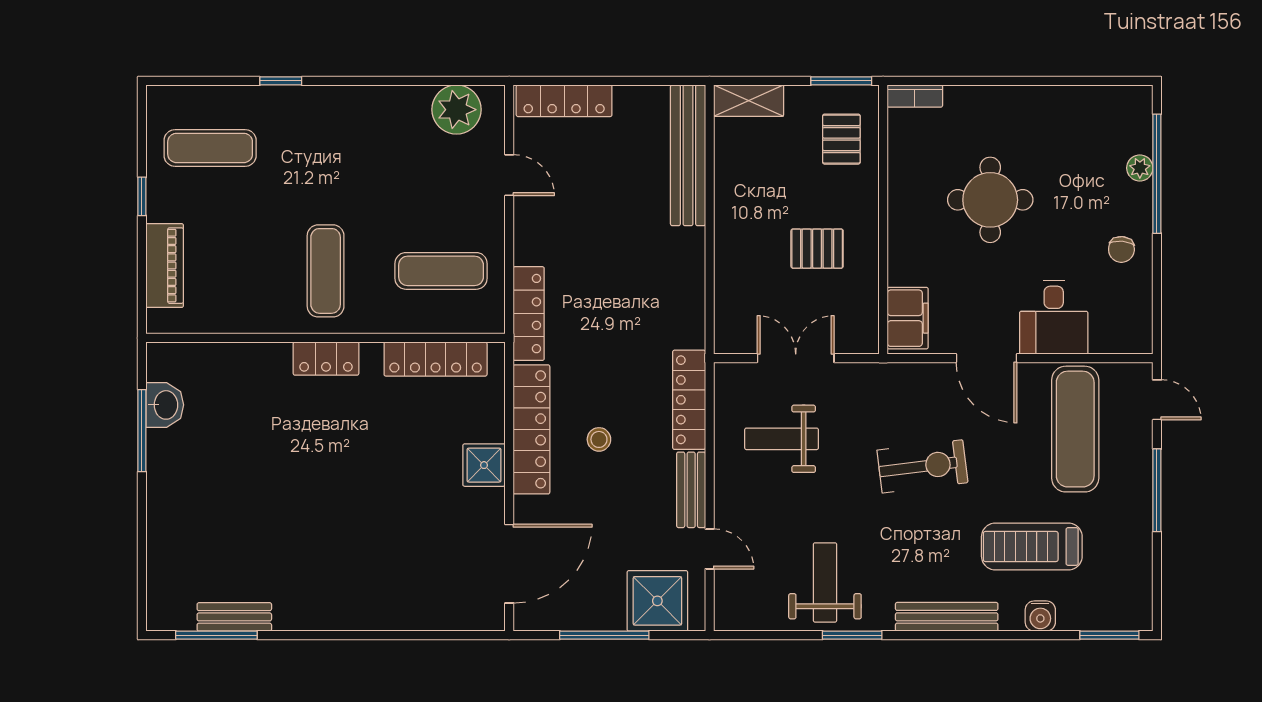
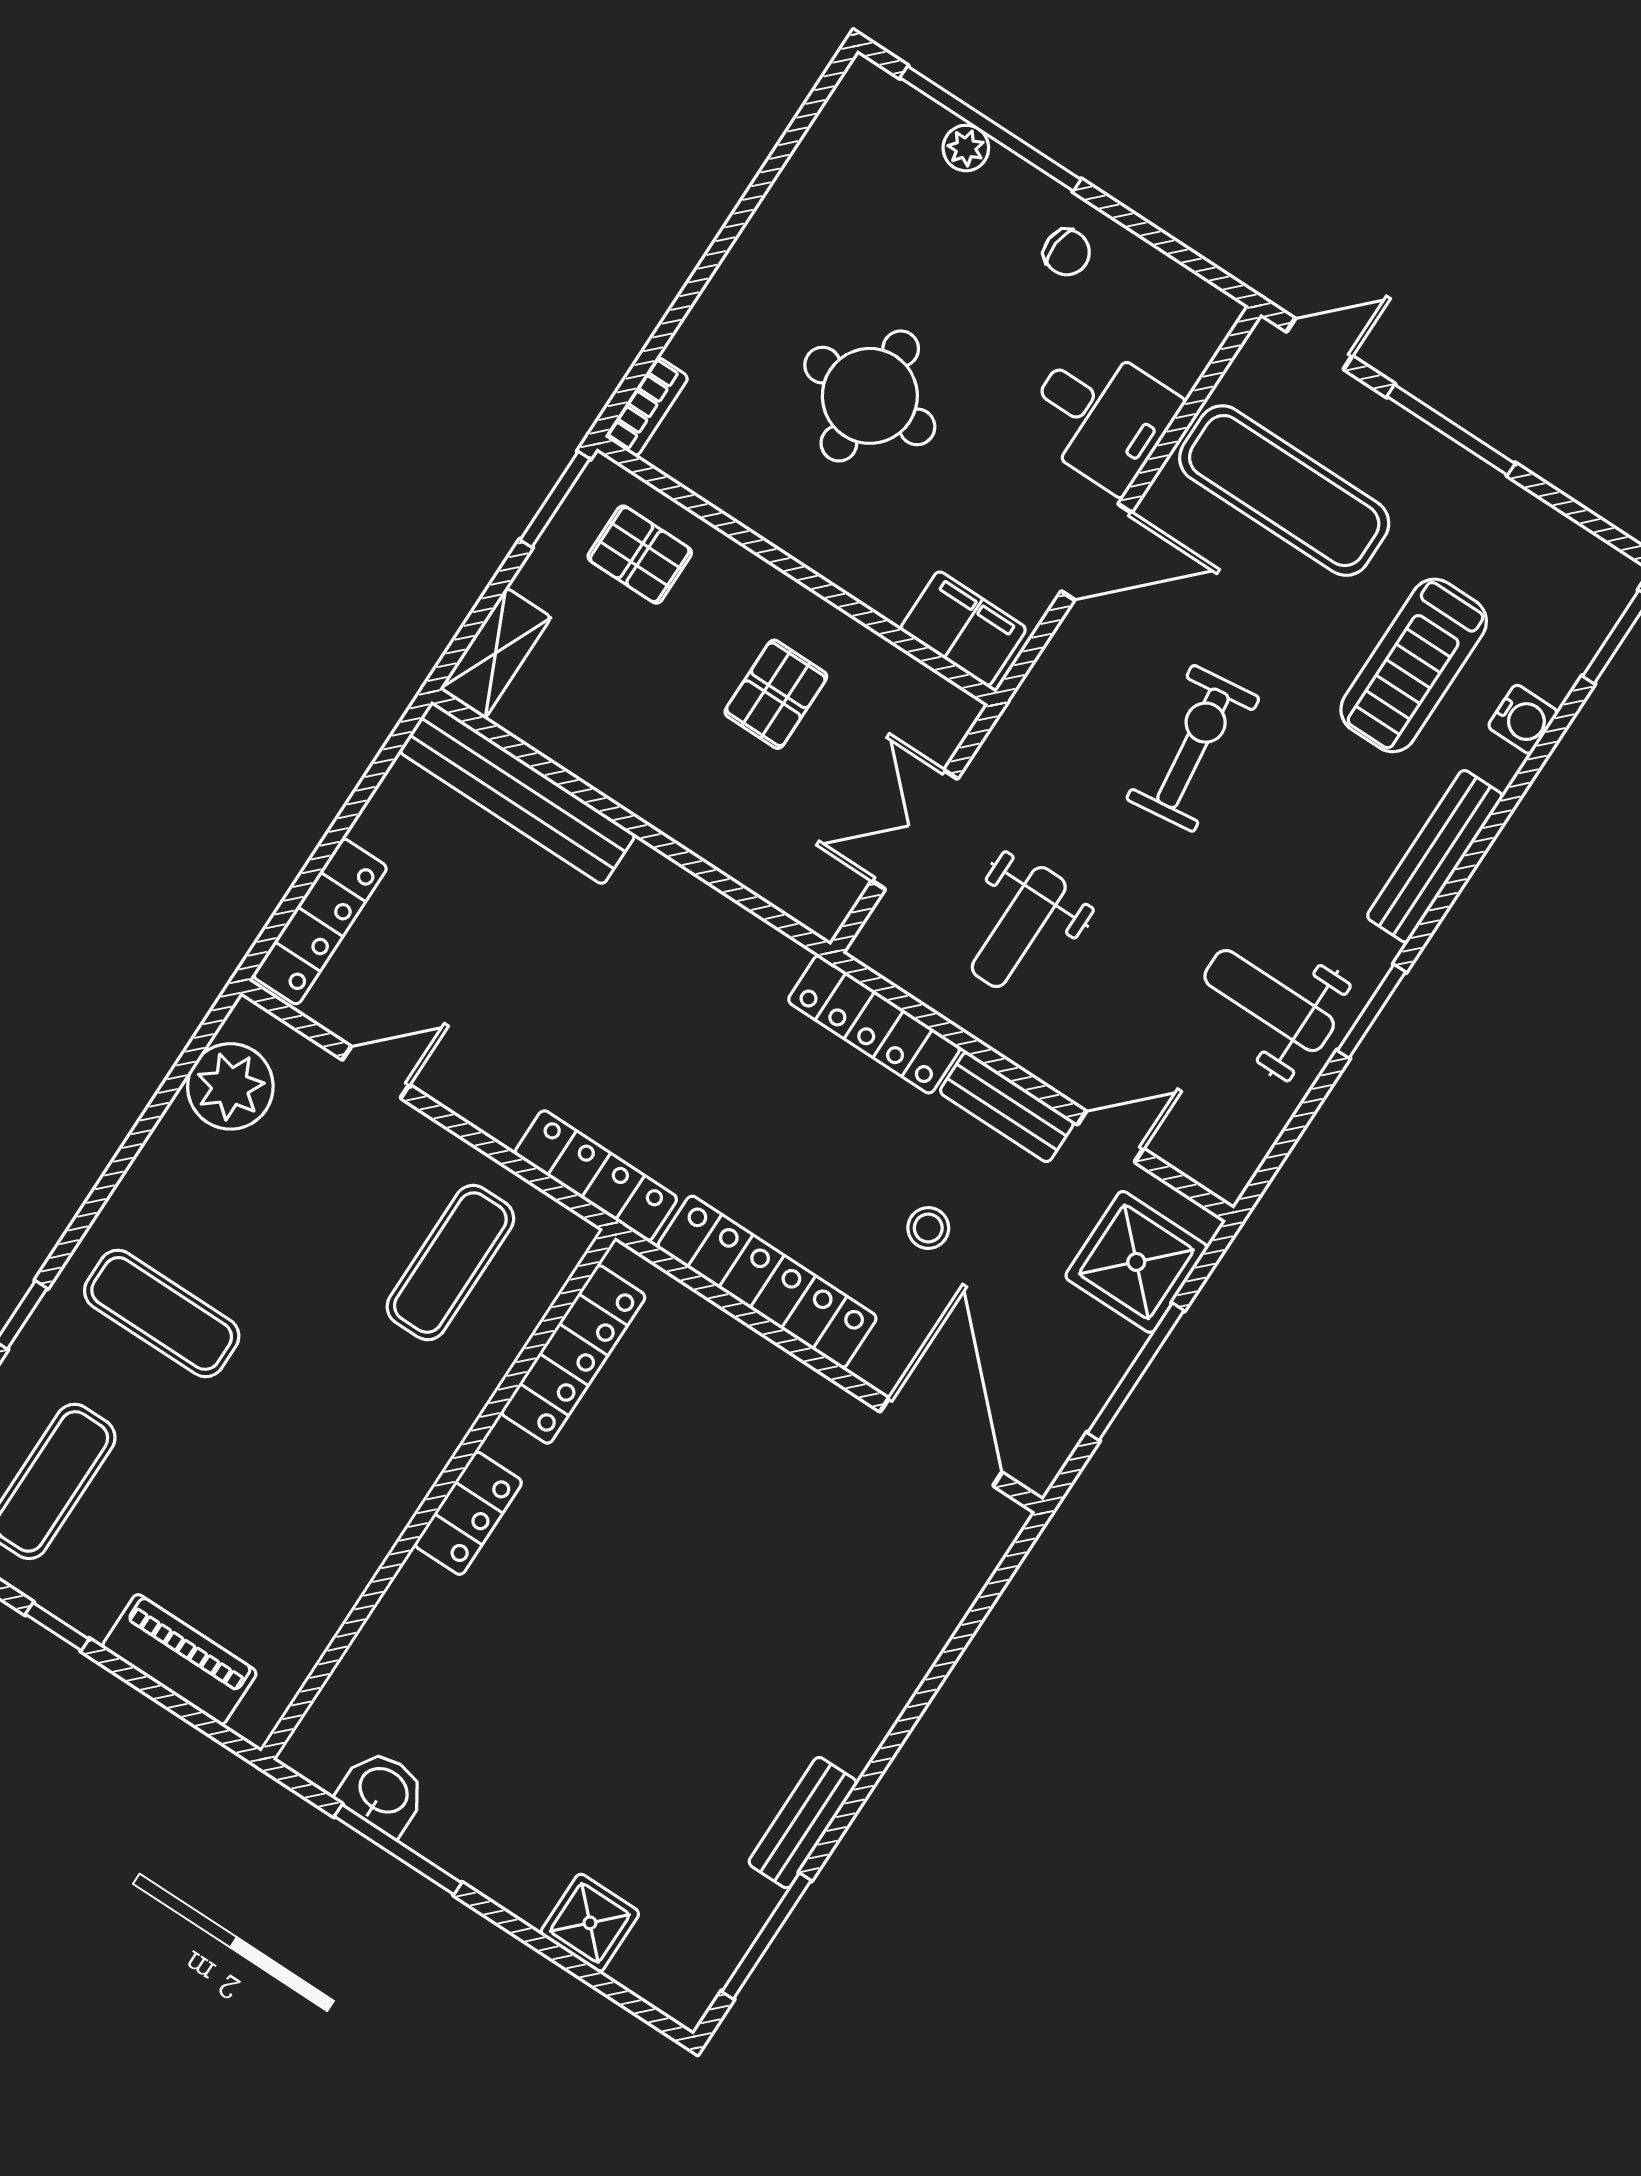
exercise mat: (326, 271) -> (162, 1313), moved
stool: (599, 439) -> (928, 1228), moved
shower: (484, 465) -> (590, 1923), moved
bench: (234, 617) -> (803, 1823), moved

